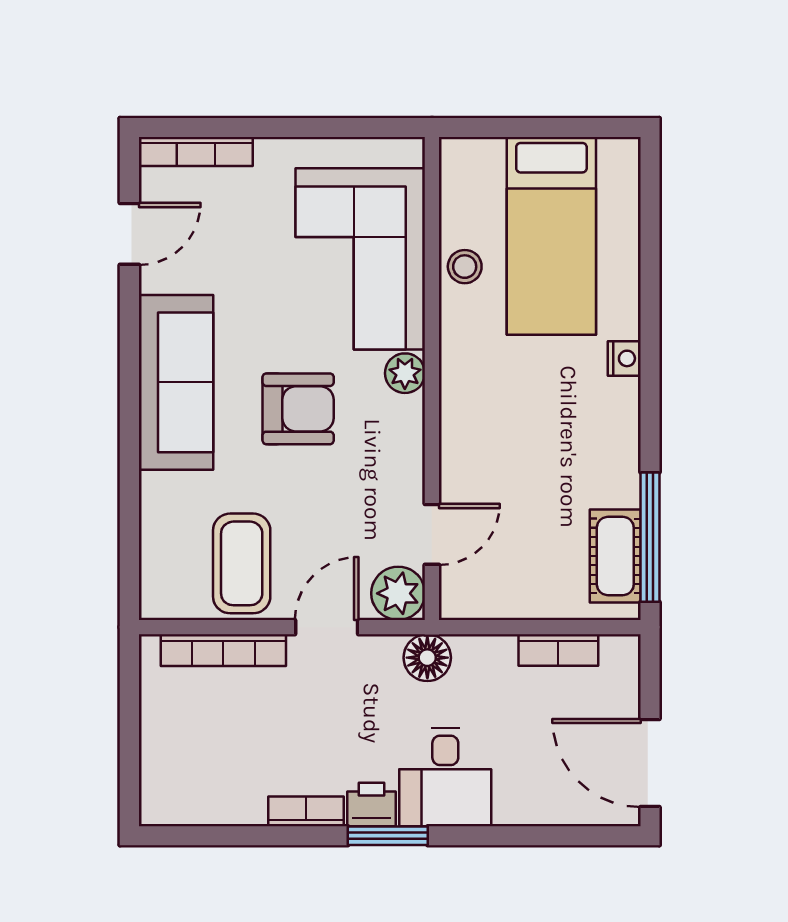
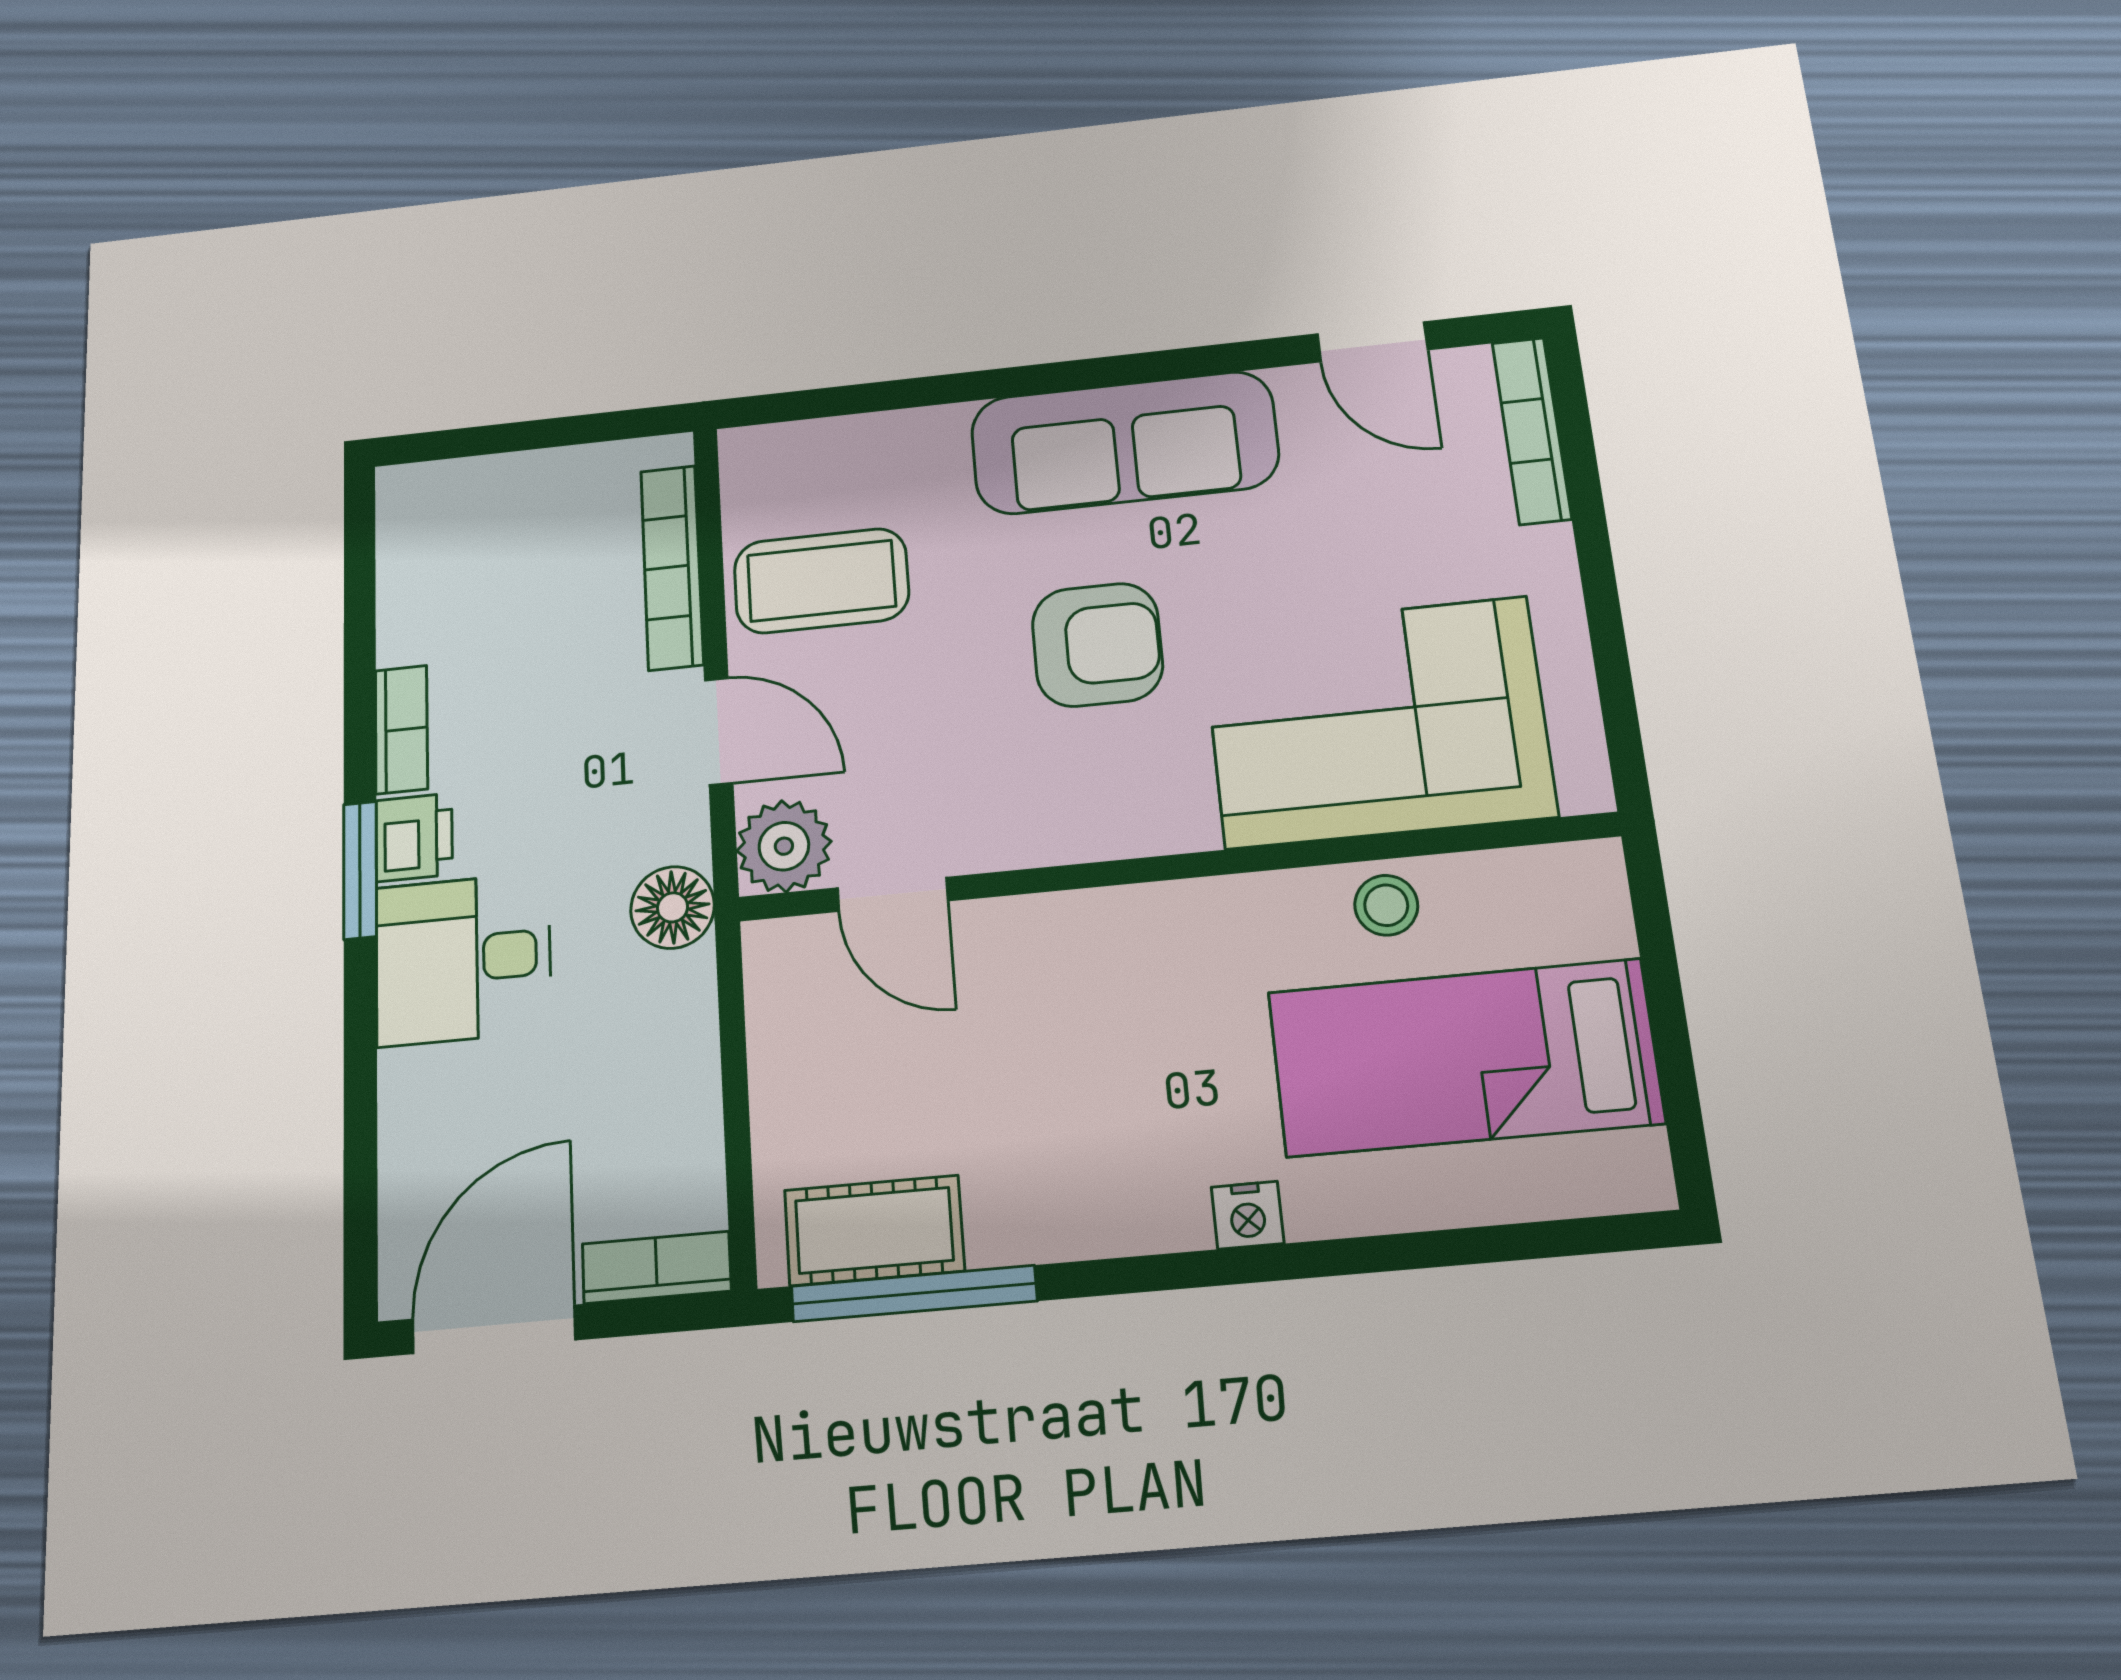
plant: (405, 373) -> (1179, 819), removed
armchair: (298, 409) -> (1097, 645), turned -90
bookcase: (558, 650) -> (657, 1267), moved, turned 90

